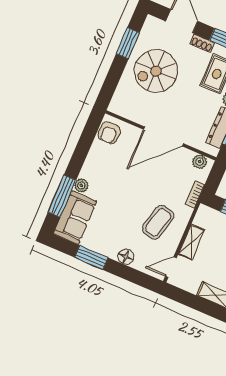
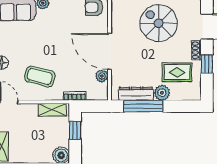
plant: (200, 162) -> (102, 76), moved
shelving: (192, 242) -> (52, 110), moved

